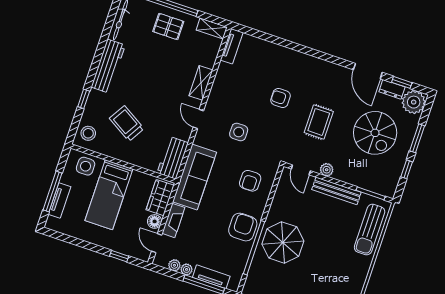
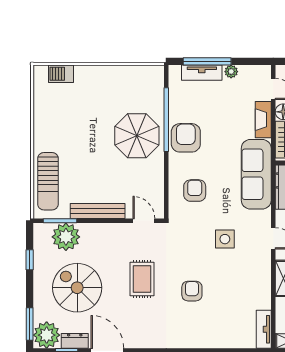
armchair: (281, 98) -> (192, 291), turned -90
window: (417, 138) -> (30, 324), moved
plant: (327, 170) -> (66, 237), moved, width x1.87, depth x1.87
armchair: (243, 227) -> (186, 138), turned 180
sun lounger: (370, 230) -> (48, 181), turned 180
plant: (174, 265) -> (246, 72), removed

